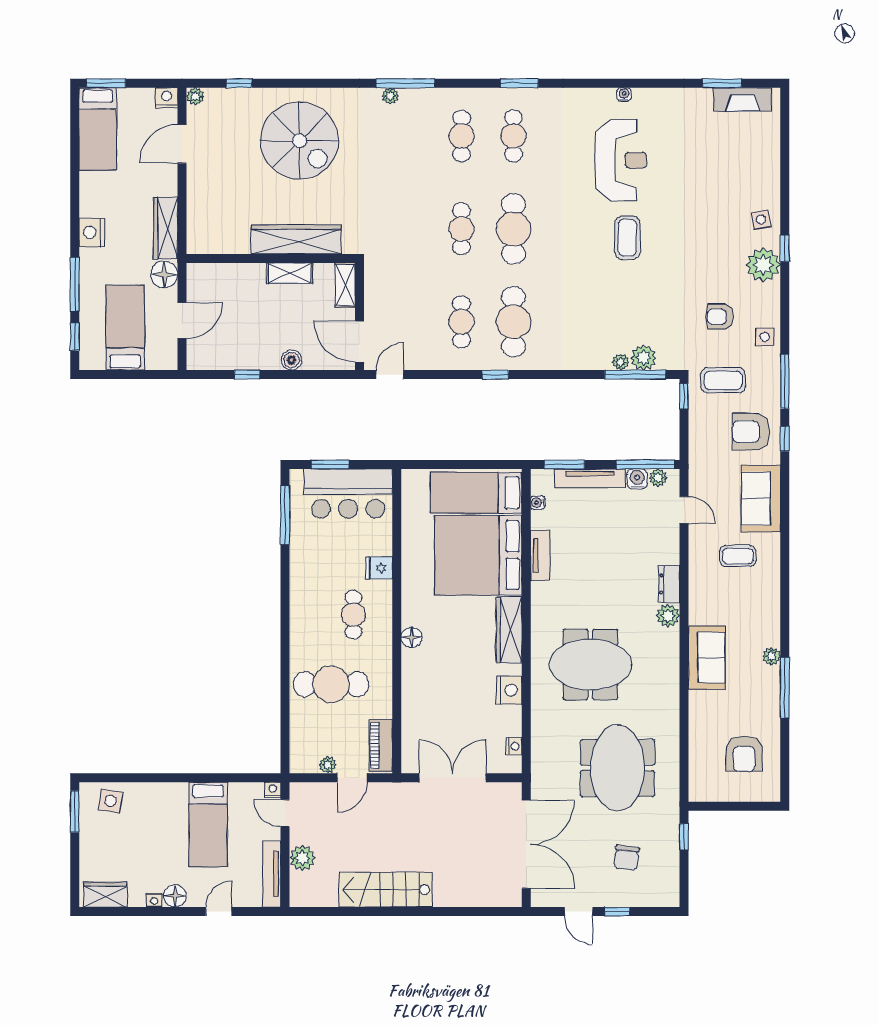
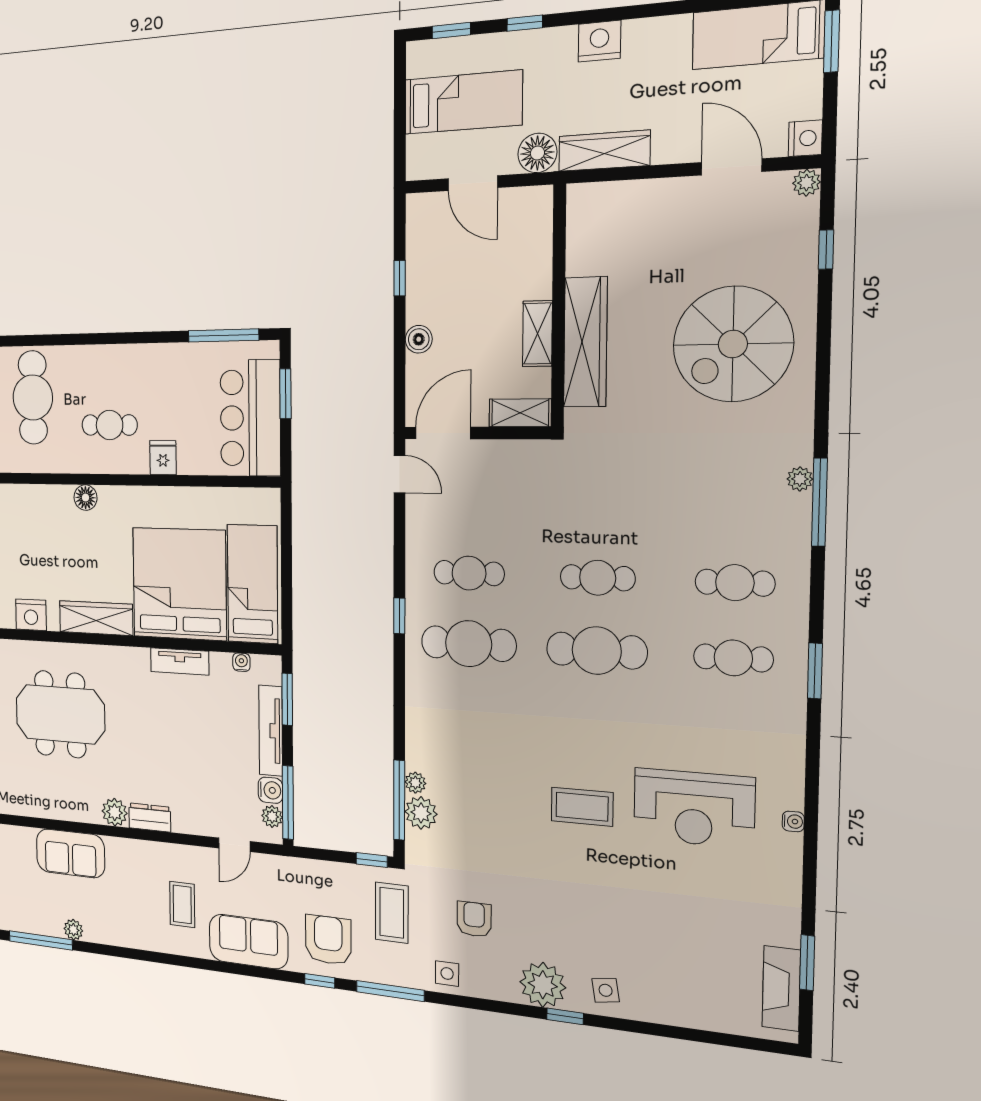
window: (75, 284) -> (525, 23), width x0.46
meeting table: (590, 665) -> (60, 714), turned 90

